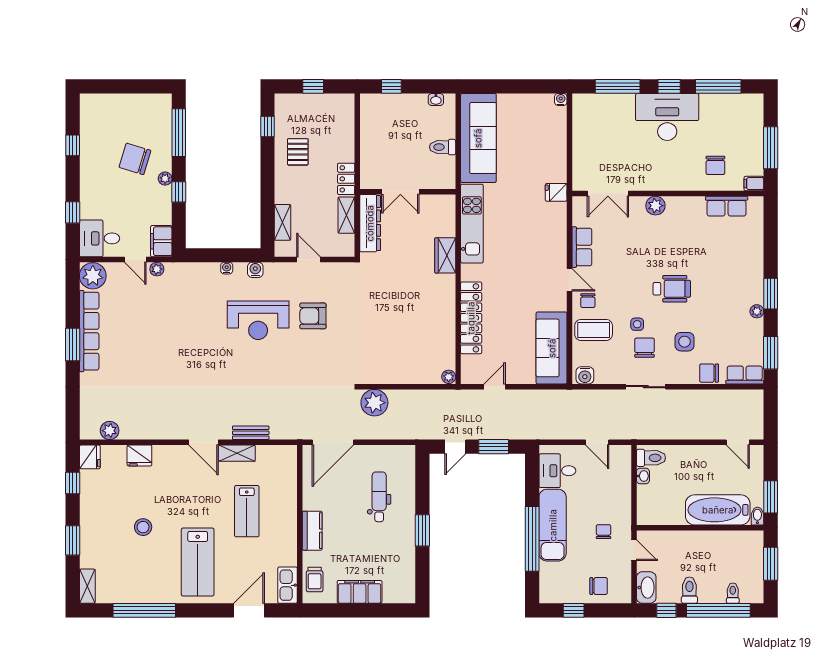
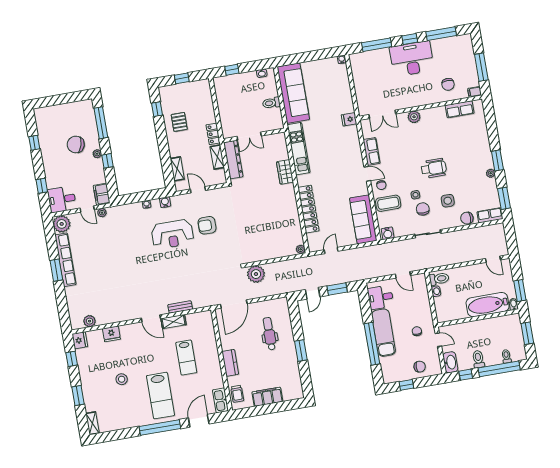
window: (144, 610) -> (160, 427), moved

